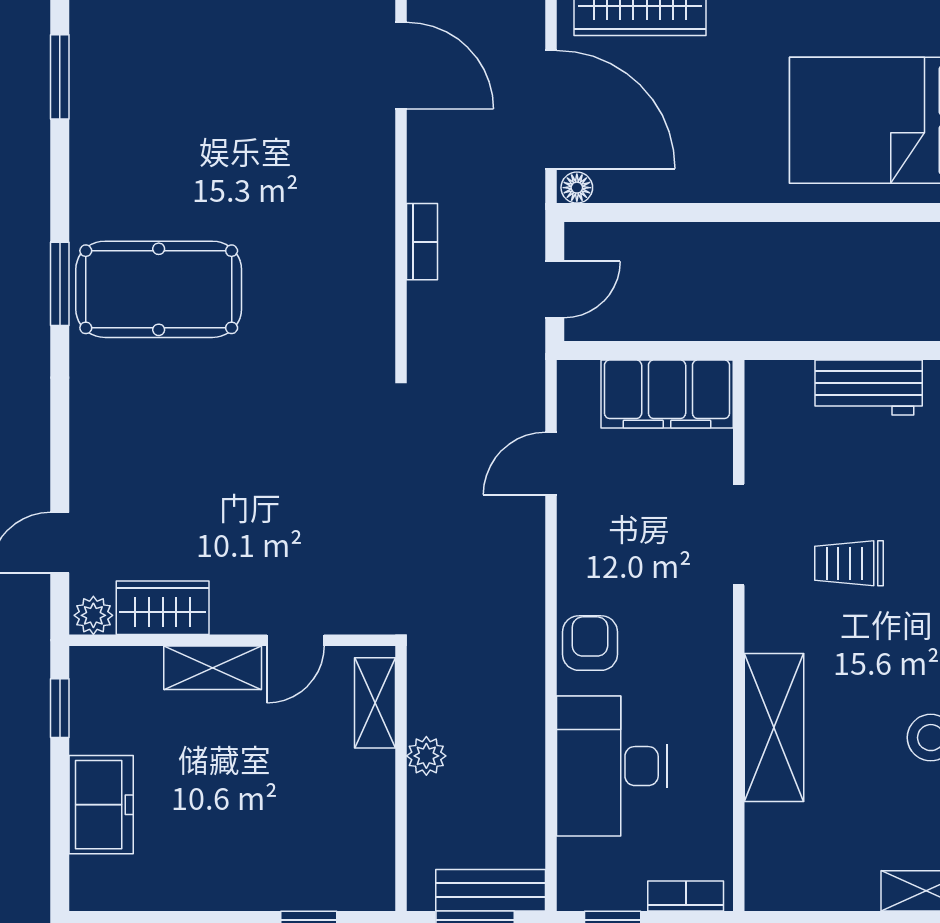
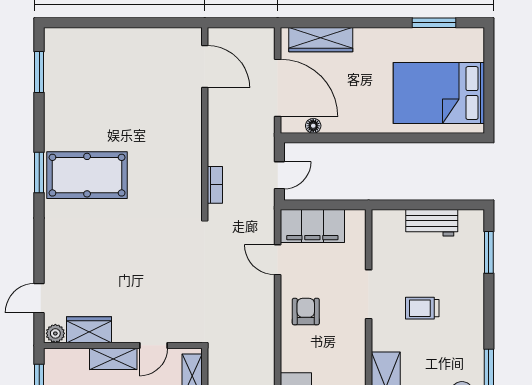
floor lamp: (577, 188) -> (313, 126), moved
bookcase: (422, 242) -> (215, 185), moved
filing cabinet: (667, 394) -> (312, 226), moved
door: (551, 464) -> (278, 260), hinge flipped
armchair: (590, 643) -> (306, 312), moved

